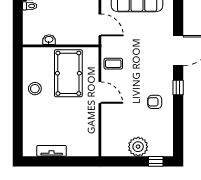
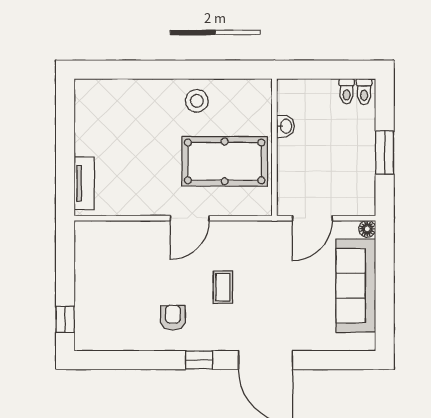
coffee table: (113, 64) -> (223, 287), moved
plant: (138, 147) -> (92, 288), removed
tv unit: (52, 151) -> (84, 183), moved

